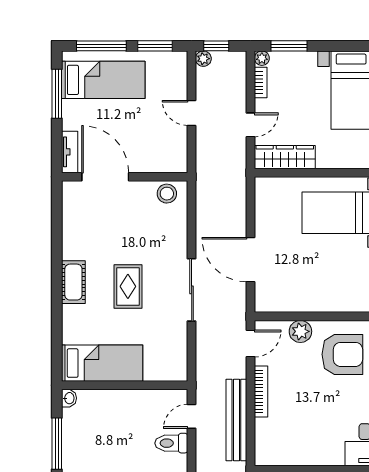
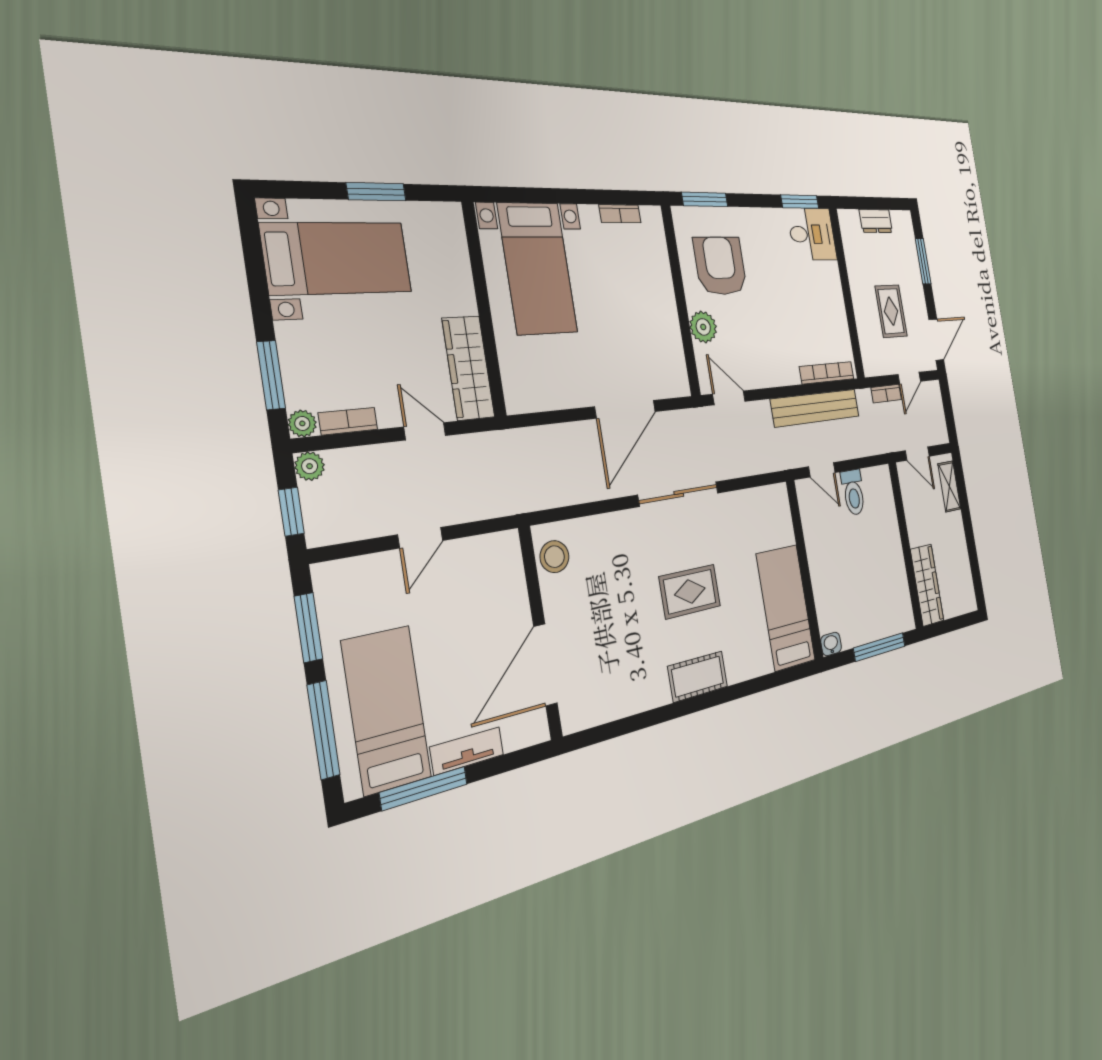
plant: (203, 59) -> (310, 466), moved
tv unit: (70, 152) -> (467, 751), moved
bookcase: (261, 391) -> (827, 373), moved

